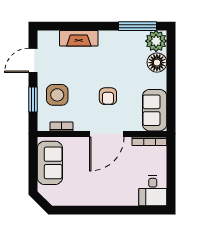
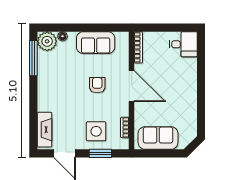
fireplace: (79, 38) -> (45, 130), moved
floor lamp: (157, 63) -> (62, 36), width x0.53, depth x0.53
armchair: (108, 96) -> (97, 85), turned -90
sofa: (155, 110) -> (96, 43), moved

